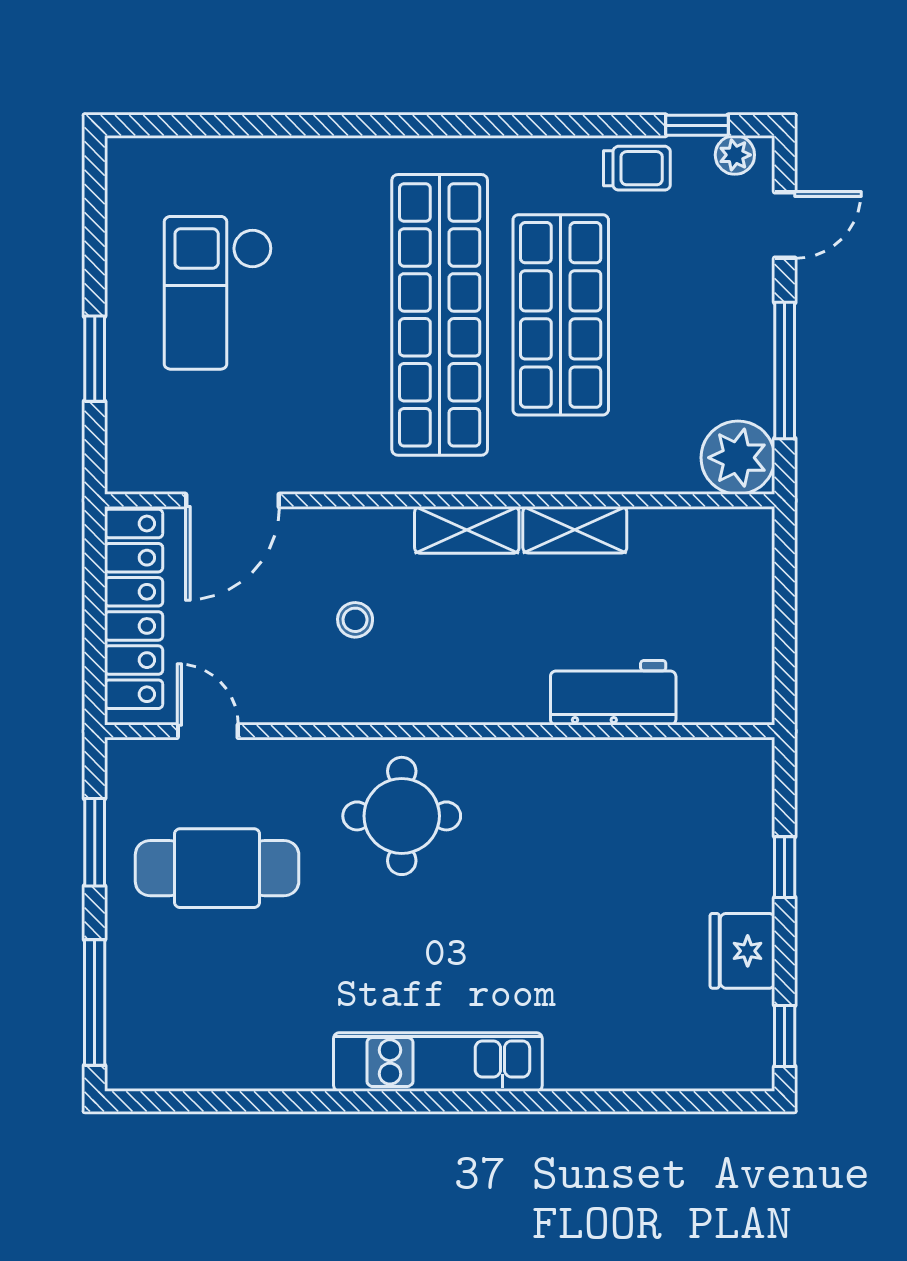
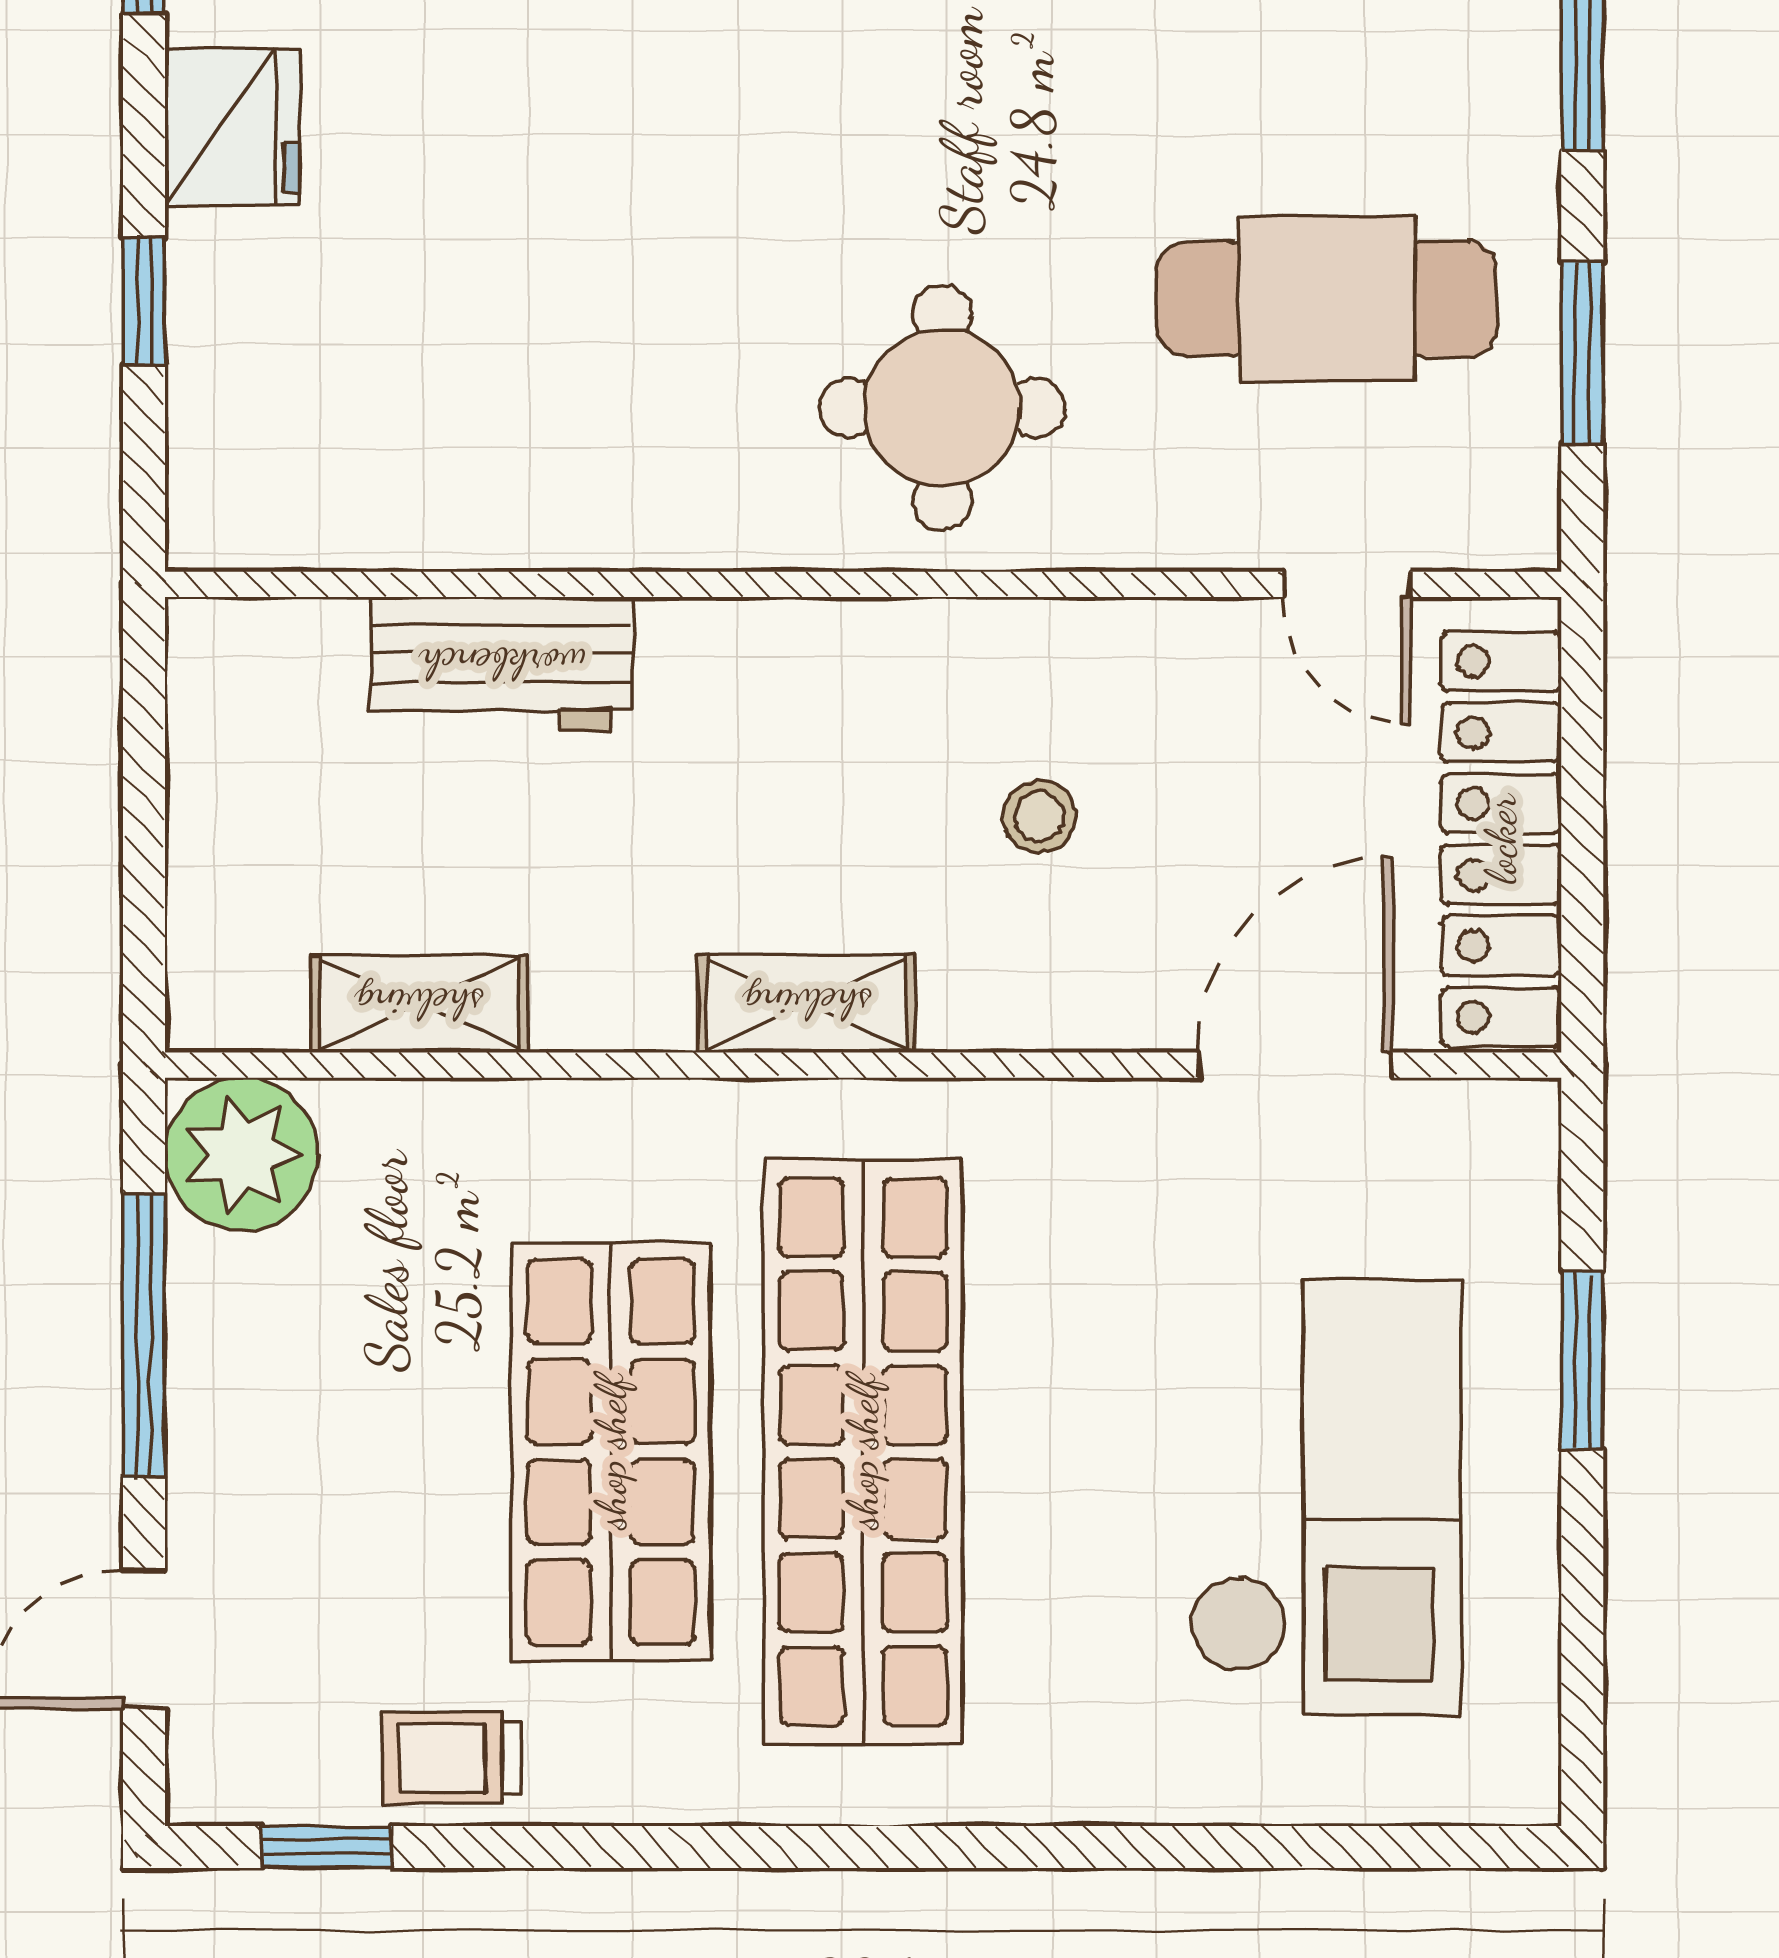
plant: (735, 155) -> (248, 1785), removed
checkout: (218, 293) -> (1325, 1498), width x1.36, depth x1.21
shelving: (575, 530) -> (419, 1004), moved

